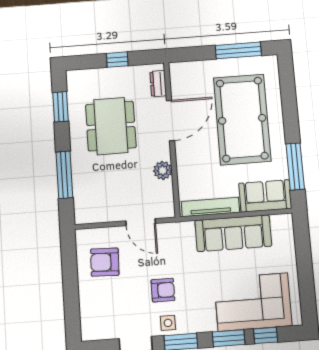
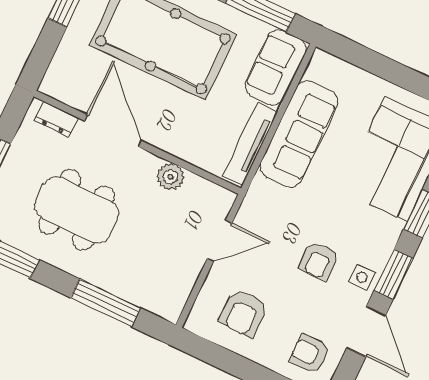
armchair: (163, 290) -> (319, 261), turned 180
armchair: (102, 318) -> (310, 354), added

